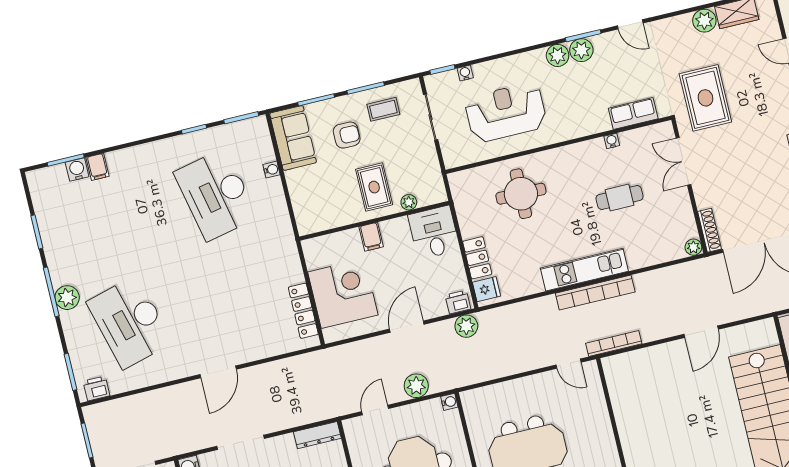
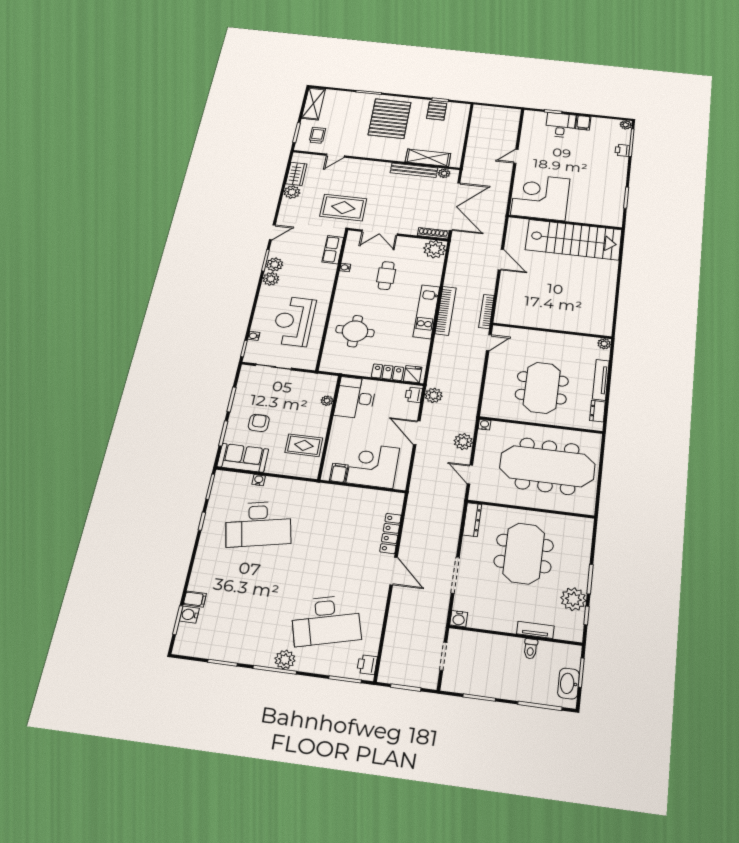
coffee table: (383, 109) -> (253, 394), removed
rug: (374, 187) -> (304, 445), moved
desk: (434, 232) -> (355, 398), width x1.37
filing cabinet: (371, 237) -> (339, 473), moved, turned -90
plant: (693, 247) -> (435, 249), width x1.88, depth x1.88
locker: (303, 311) -> (391, 533), moved, turned 90

